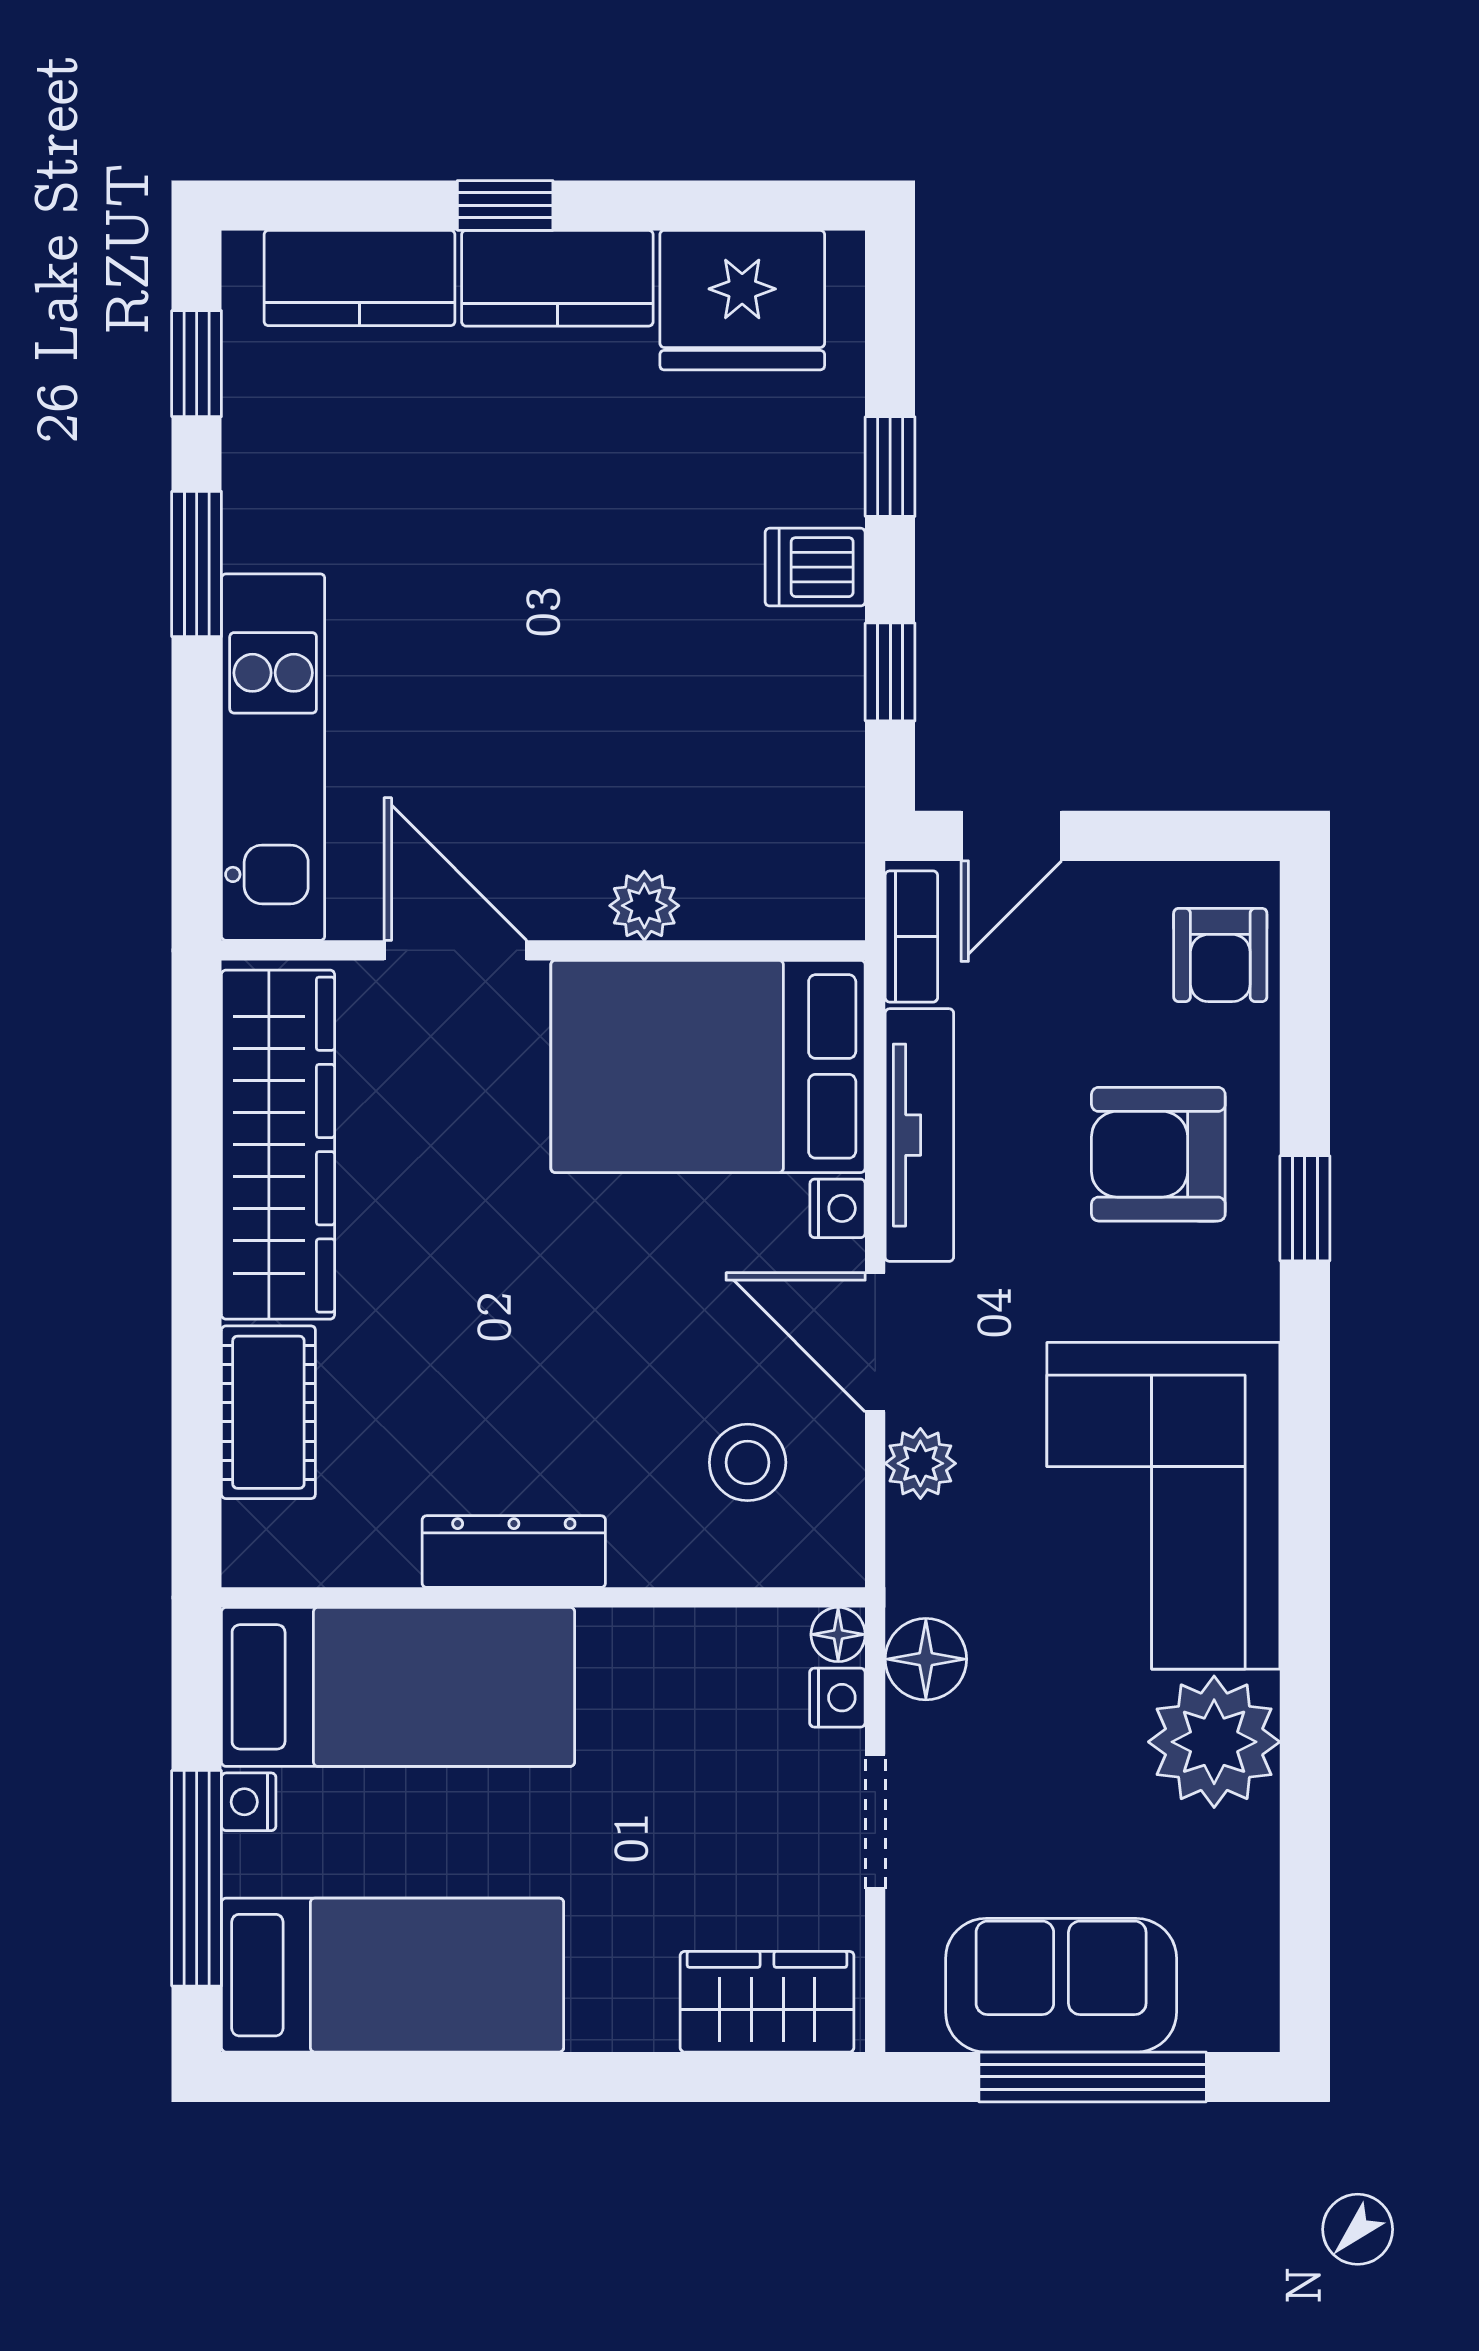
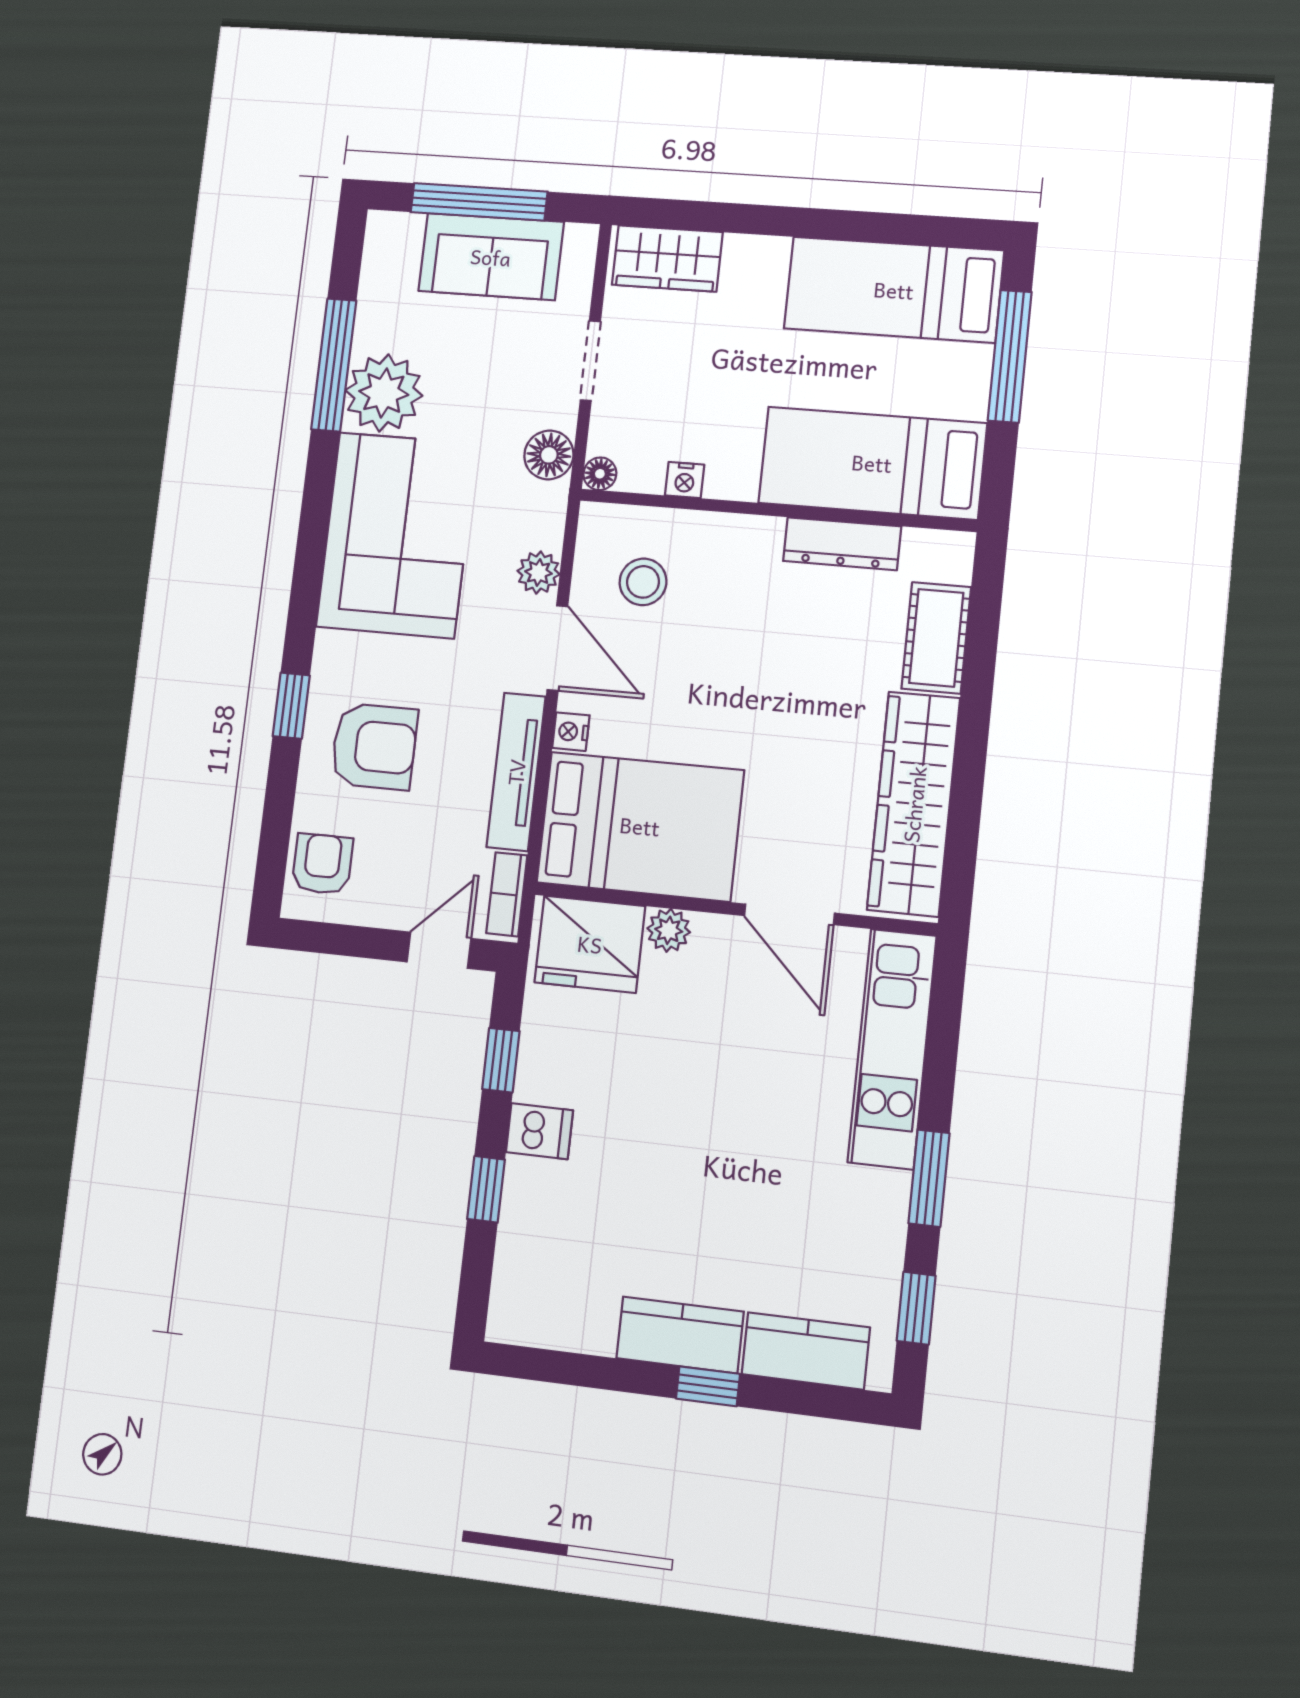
fridge: (742, 300) -> (590, 944), moved, turned 180
dresser: (514, 1552) -> (842, 544), moved
nightstand: (837, 1698) -> (685, 480), moved, turned -90
window: (1305, 1783) -> (334, 365), added
nightstand: (249, 1802) -> (972, 400), removed

